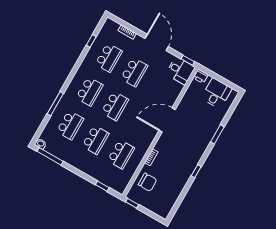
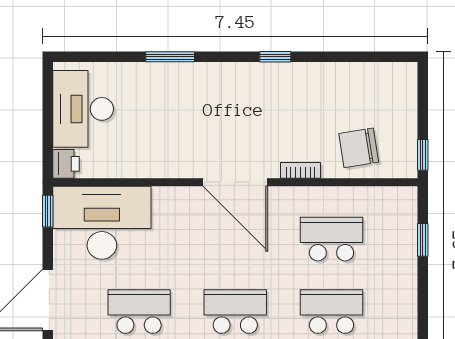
desk: (180, 71) -> (102, 223), width x1.87, depth x1.30
desk: (217, 93) -> (83, 109), width x1.37
door: (167, 120) -> (235, 182), moved
chair: (147, 182) -> (359, 148), turned -99

